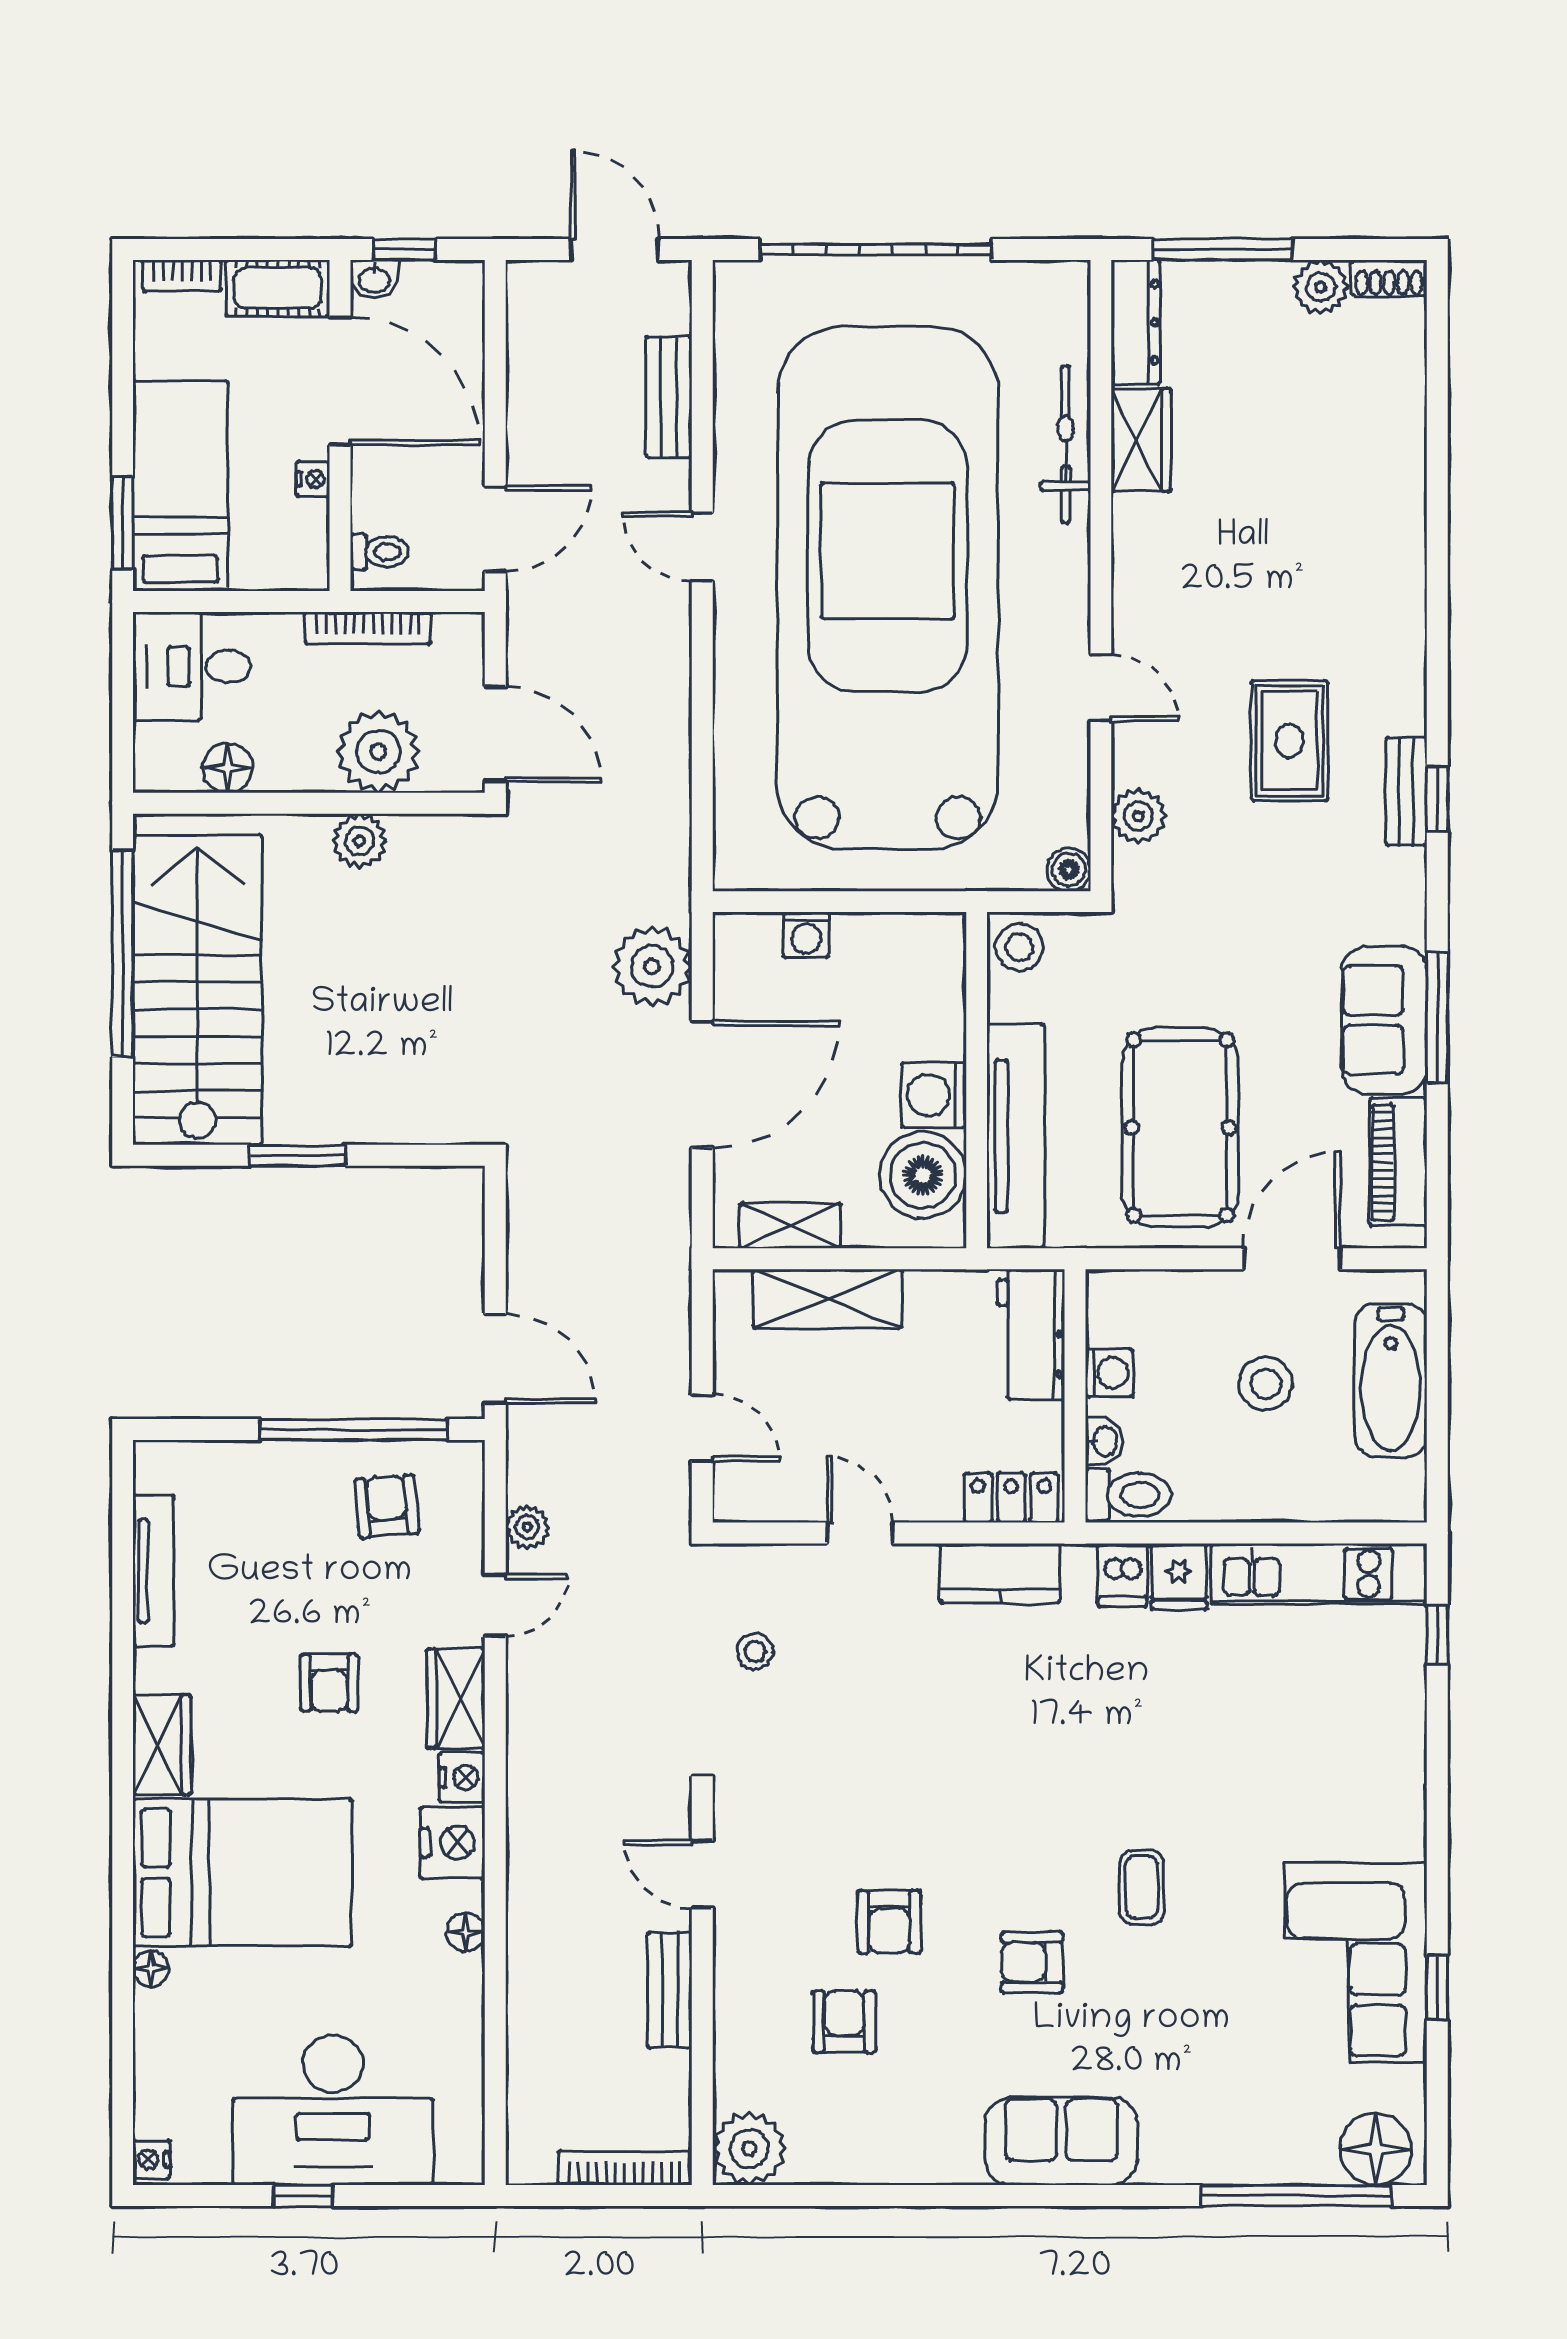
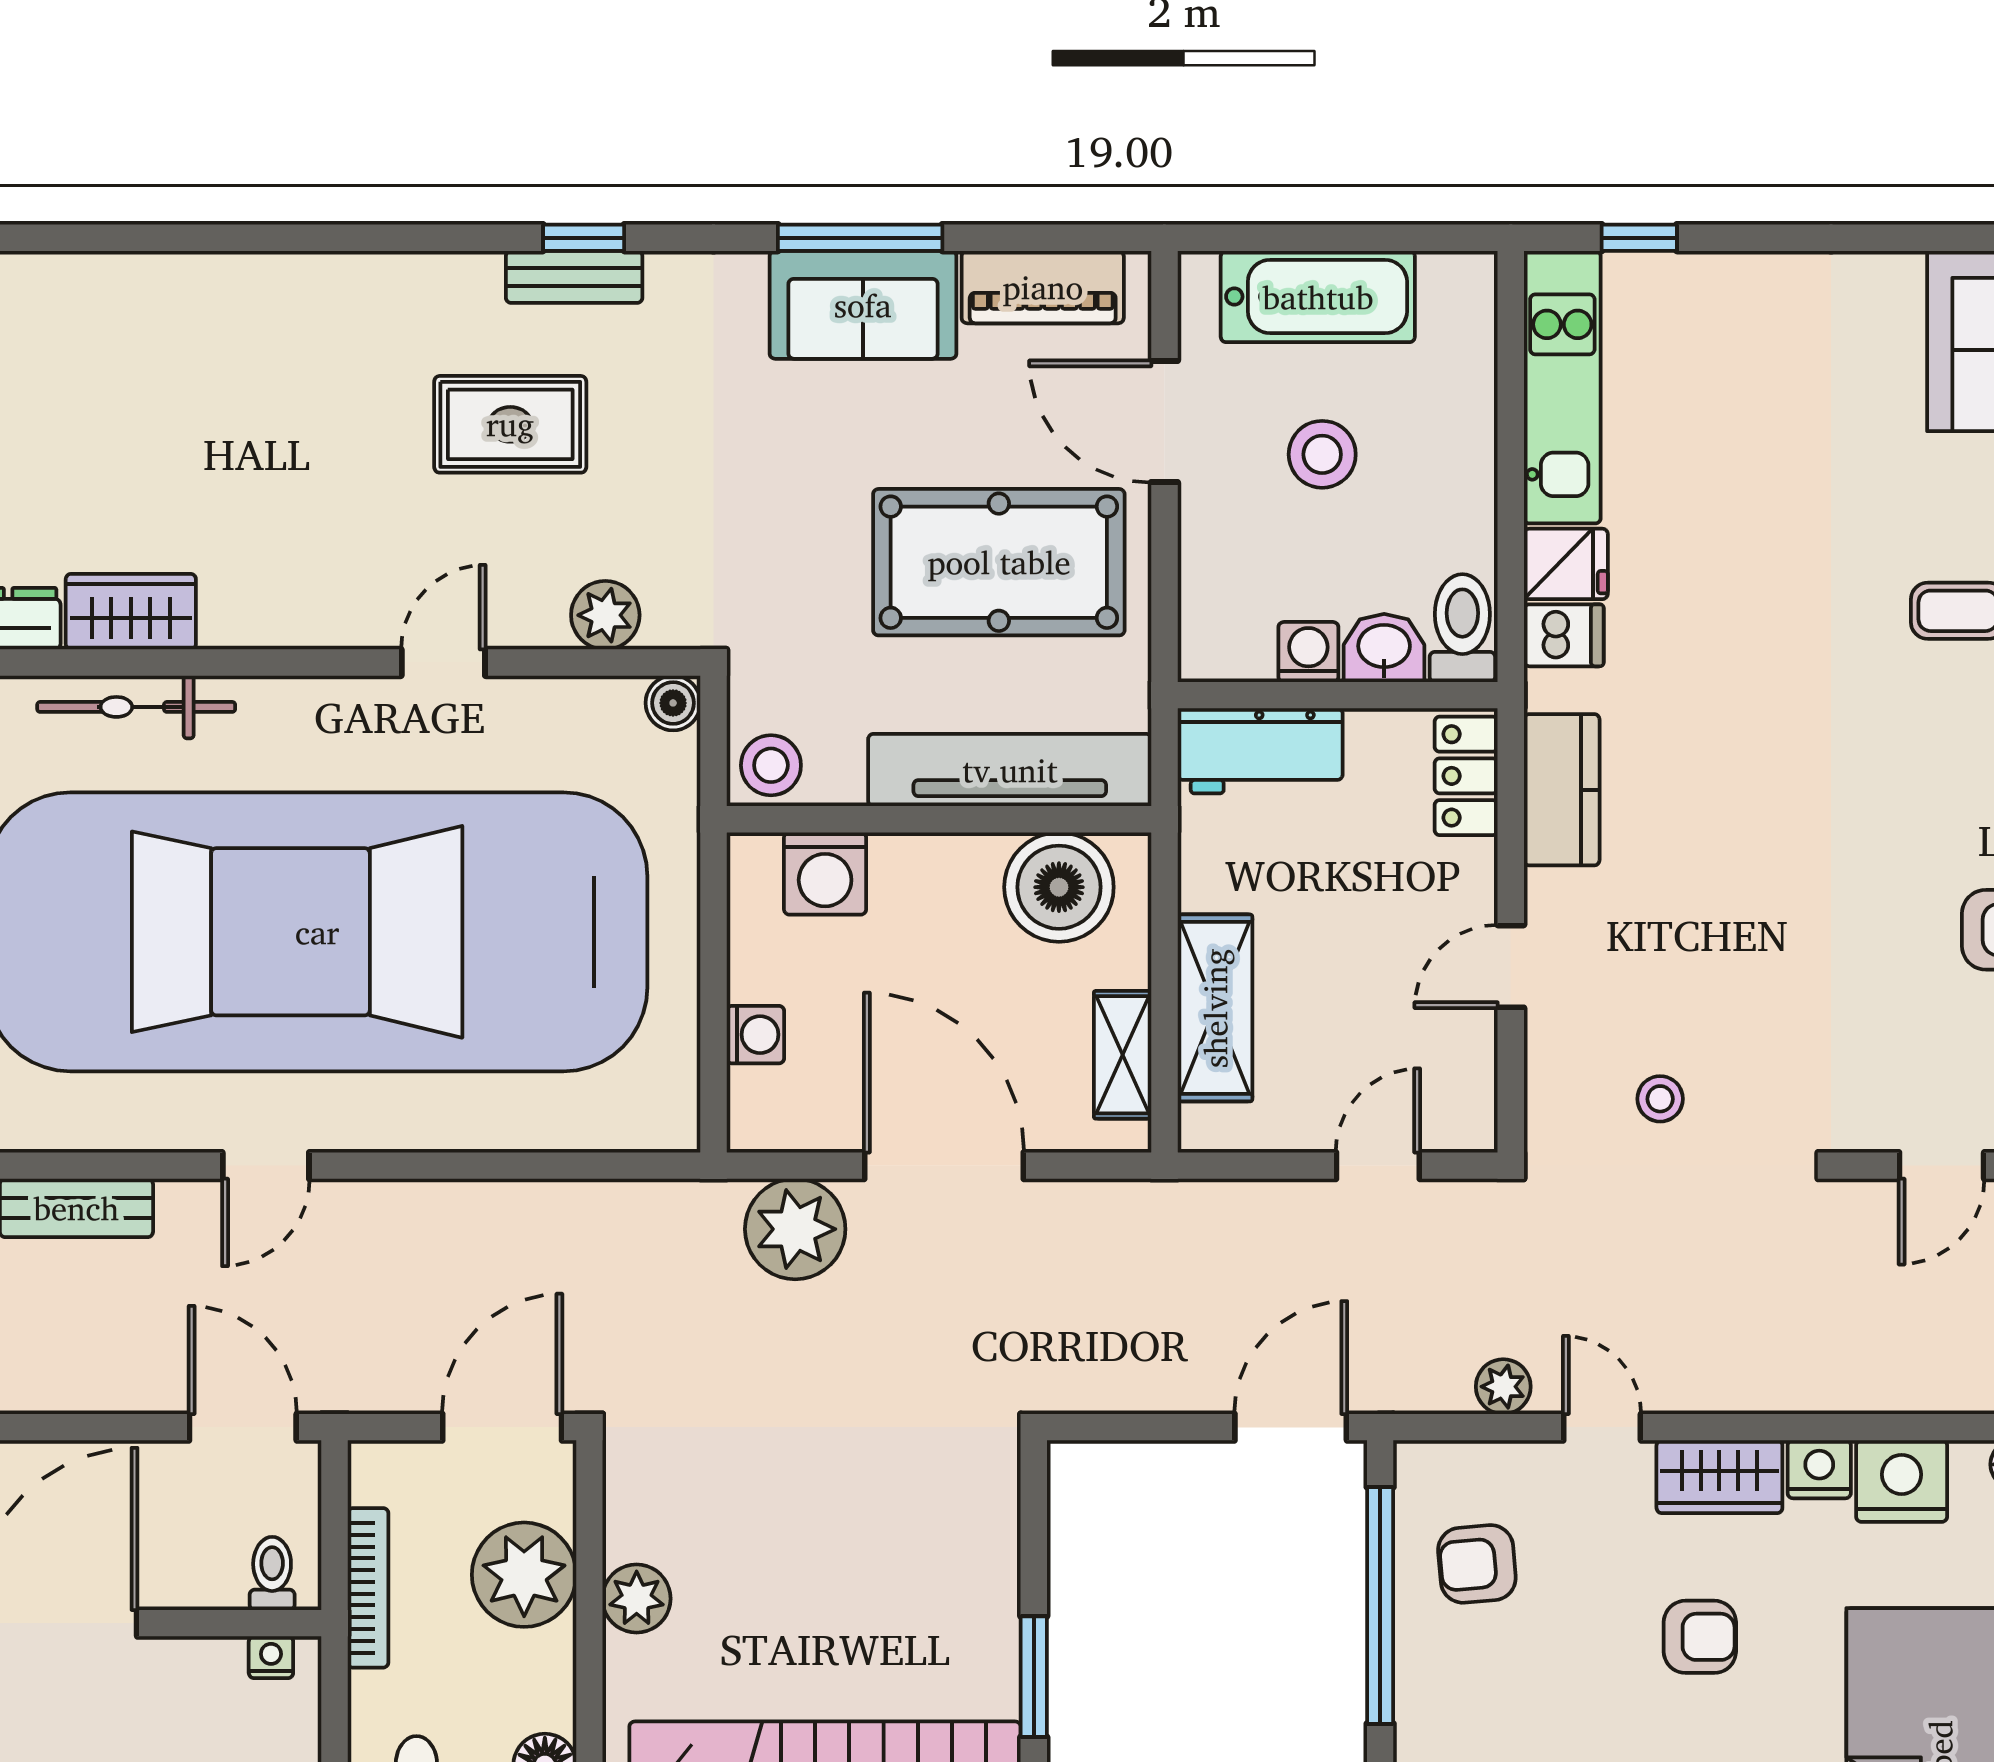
nightstand: (313, 479) -> (271, 1657), moved
washing machine: (934, 1095) -> (825, 873), moved
washbasin: (1104, 1442) -> (1384, 648), width x1.38, depth x1.45

